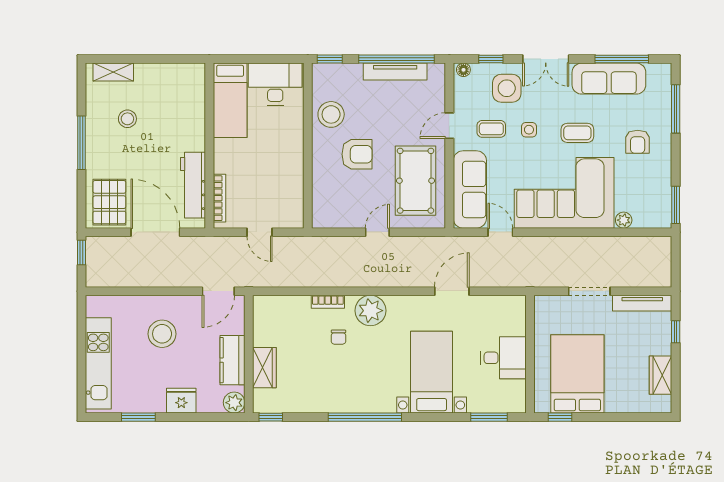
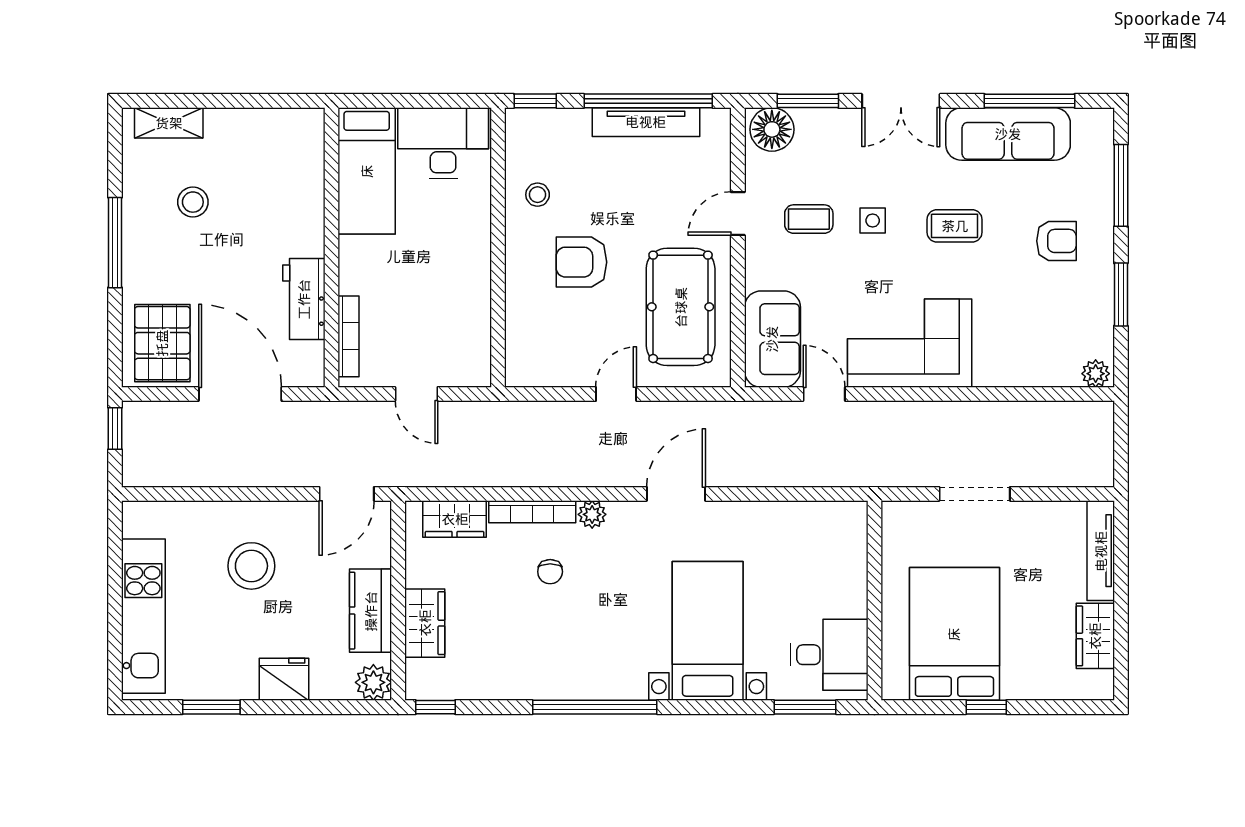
window: (491, 59) -> (808, 101), width x1.50
floor lamp: (463, 70) -> (772, 129), width x1.89, depth x1.89
side table: (507, 88) -> (835, 150), removed
stool: (331, 114) -> (538, 195), width x0.53, depth x0.53
armchair: (638, 142) -> (1056, 241), turned -90
armchair: (357, 154) -> (581, 262), turned 180
workbench: (193, 185) -> (304, 299), width x0.73
sofa: (470, 189) -> (772, 339), width x0.73
corner sofa: (564, 193) -> (910, 343), width x0.73, depth x0.74
window: (676, 205) -> (1121, 294), moved
plant: (624, 220) -> (1096, 374), moved
door: (452, 291) -> (676, 494), moved
bookcase: (328, 302) -> (532, 512), width x1.56
tv unit: (642, 303) -> (1101, 551), moved, turned 90
wardrobe: (282, 306) -> (455, 519), added
plant: (370, 311) -> (592, 514), width x0.53, depth x0.53
window: (676, 332) -> (1121, 563), removed
desk: (503, 358) -> (829, 655), moved
window: (560, 417) -> (986, 707), moved

